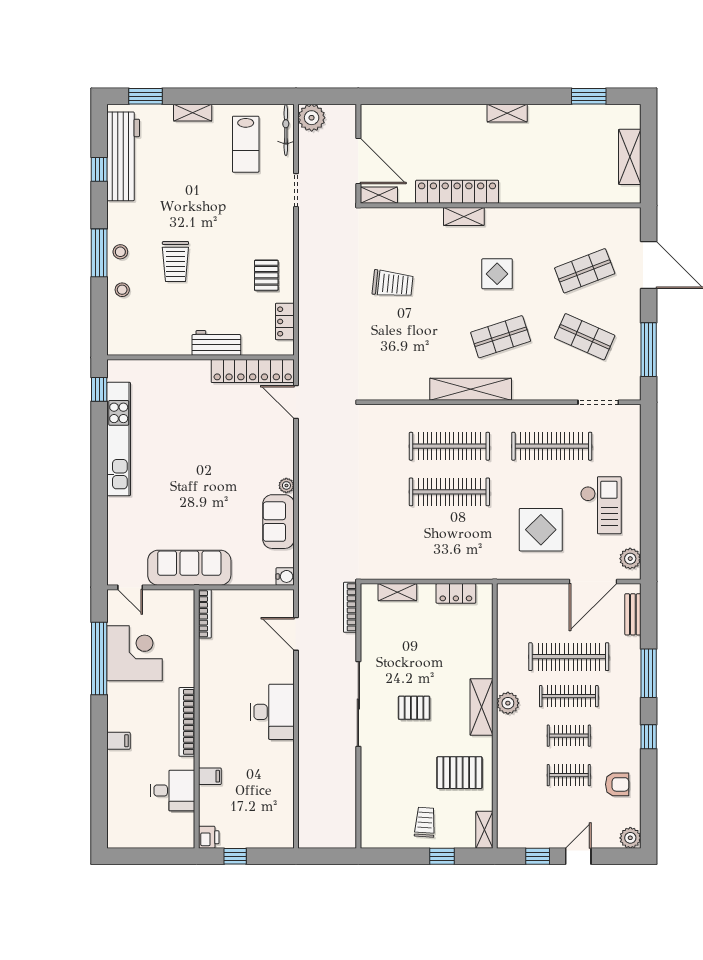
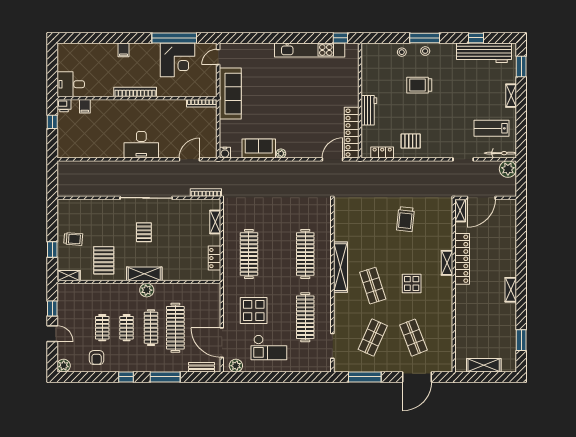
clothes rail: (449, 492) -> (249, 254), moved
filing cabinet: (210, 776) -> (85, 106), moved
desk: (173, 791) -> (71, 84), moved, turned 90

